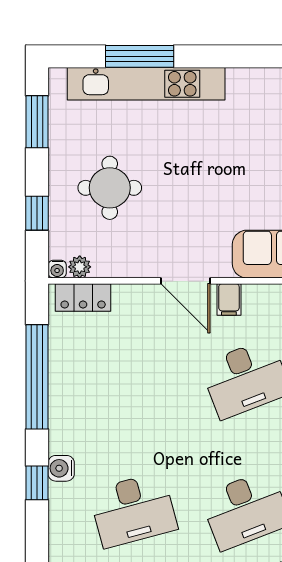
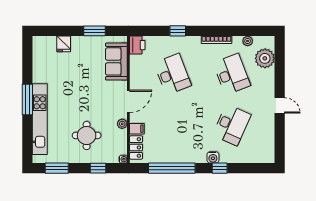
window: (140, 56) -> (27, 99), moved
plant: (80, 267) -> (122, 124), moved
filing cabinet: (229, 300) -> (137, 129), moved
desk: (133, 510) -> (232, 125), turned 39

